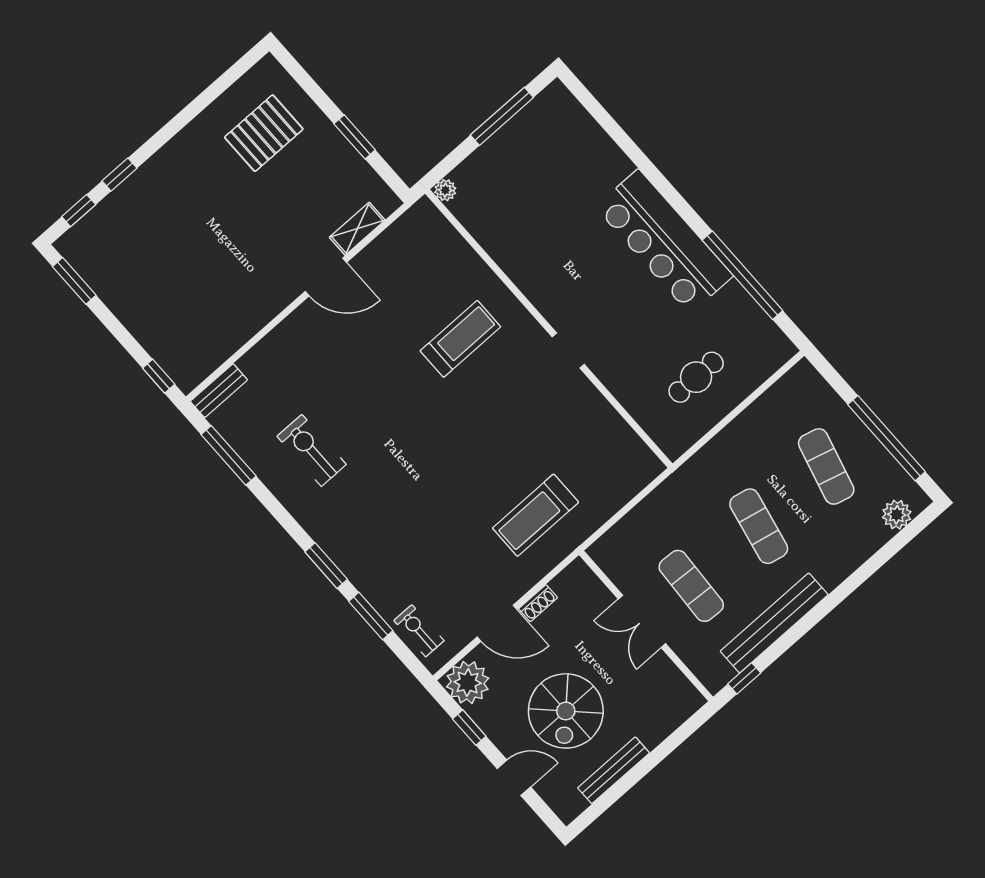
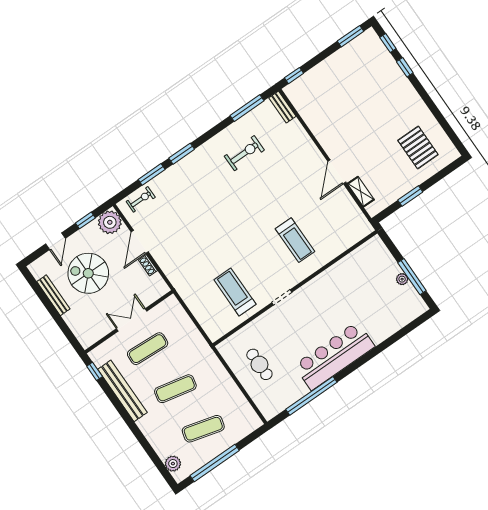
plant: (445, 190) -> (402, 279), moved
treadmill: (535, 515) -> (235, 292), moved

